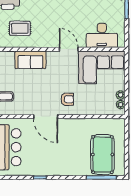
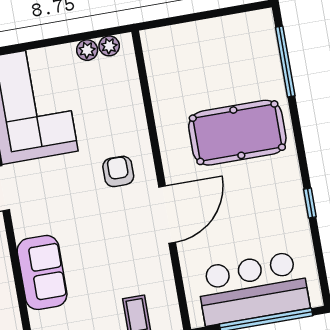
pool table: (102, 155) -> (237, 133), moved

